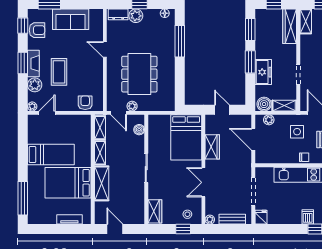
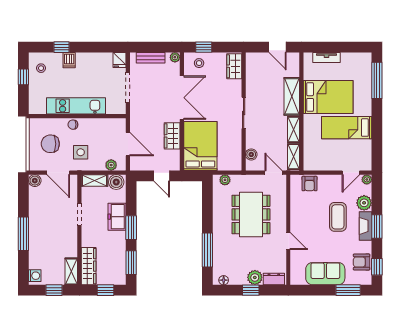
plant: (132, 106) -> (225, 180), moved
double door: (203, 182) -> (182, 98), width x1.37

